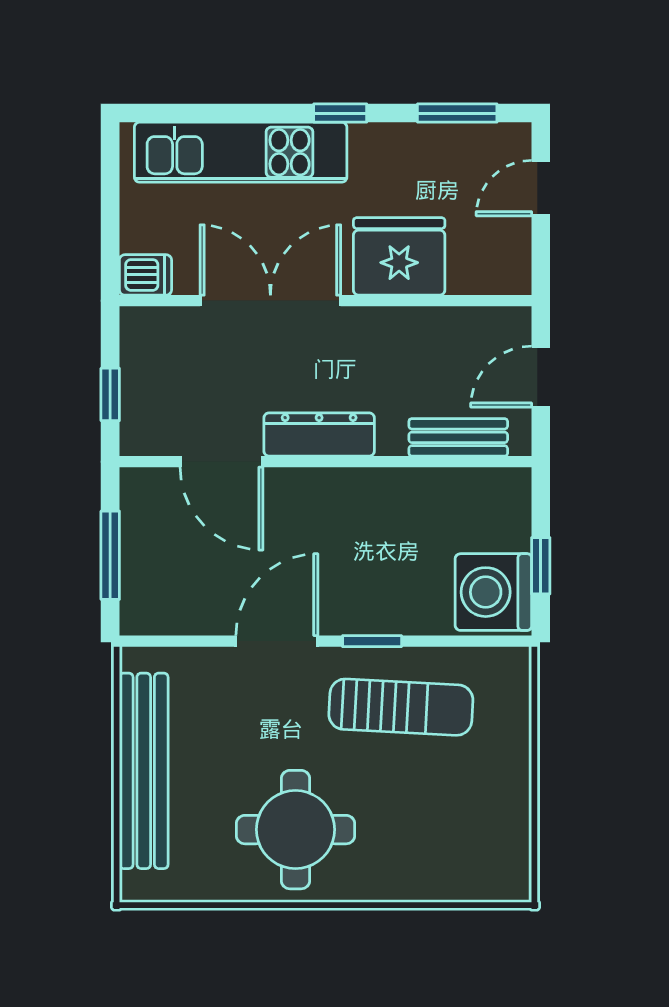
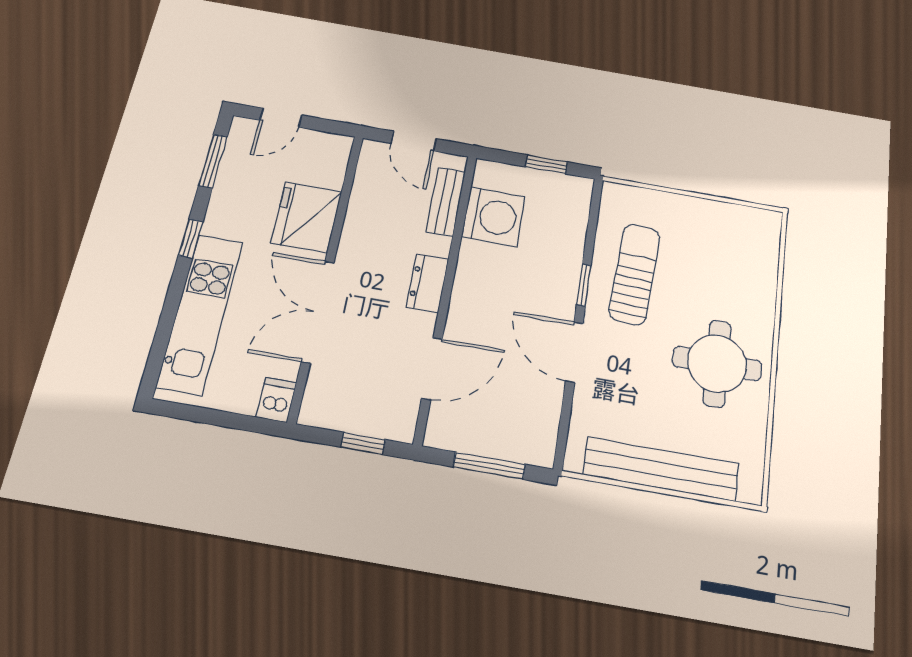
door: (541, 188) -> (281, 118), hinge flipped
dresser: (319, 435) -> (427, 283), width x0.70
washing machine: (493, 592) -> (493, 217), moved, turned -90

